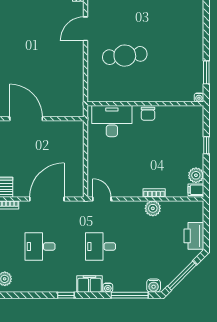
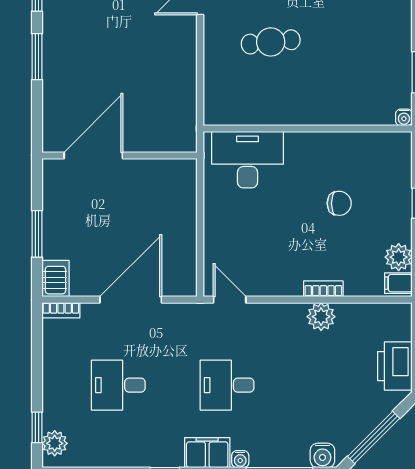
cafe table: (125, 56) -> (271, 42), width x0.73, depth x0.74
chair: (148, 114) -> (339, 203), moved, turned -90
door: (26, 119) -> (93, 155), hinge flipped

